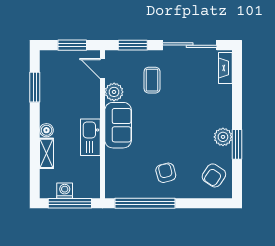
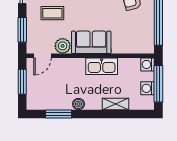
boiler: (46, 130) -> (79, 104), moved
washing machine: (92, 191) -> (148, 64), added

